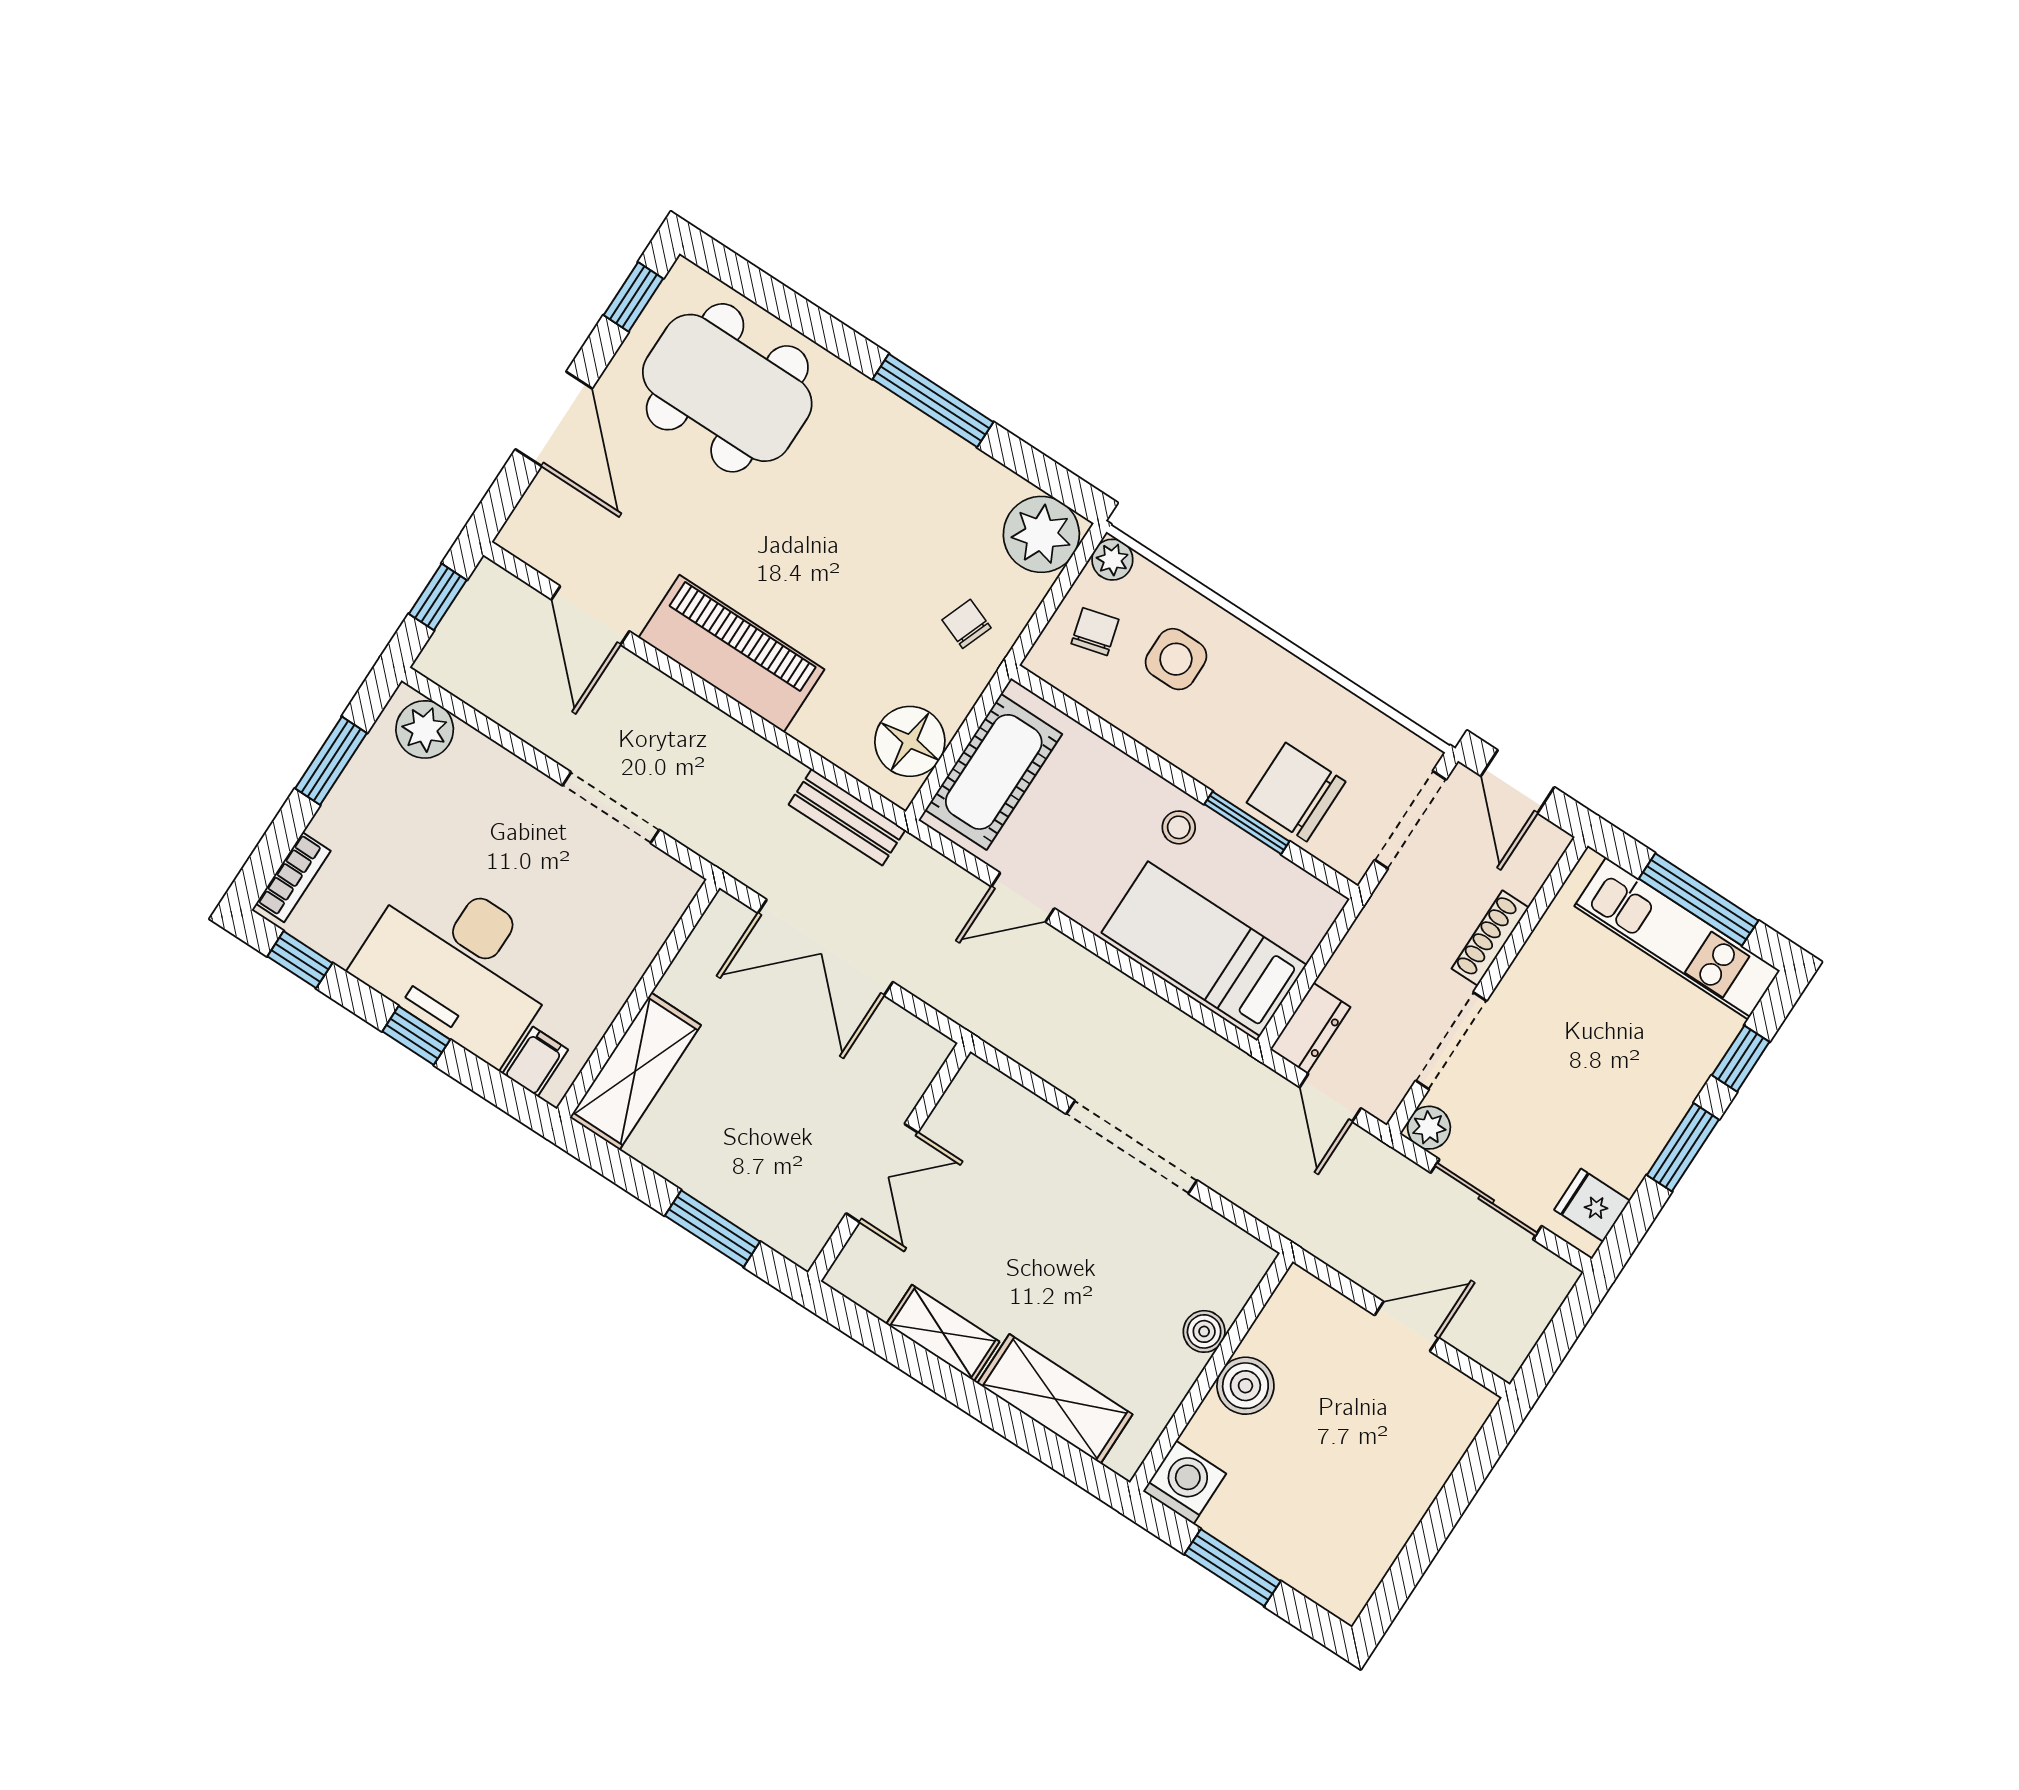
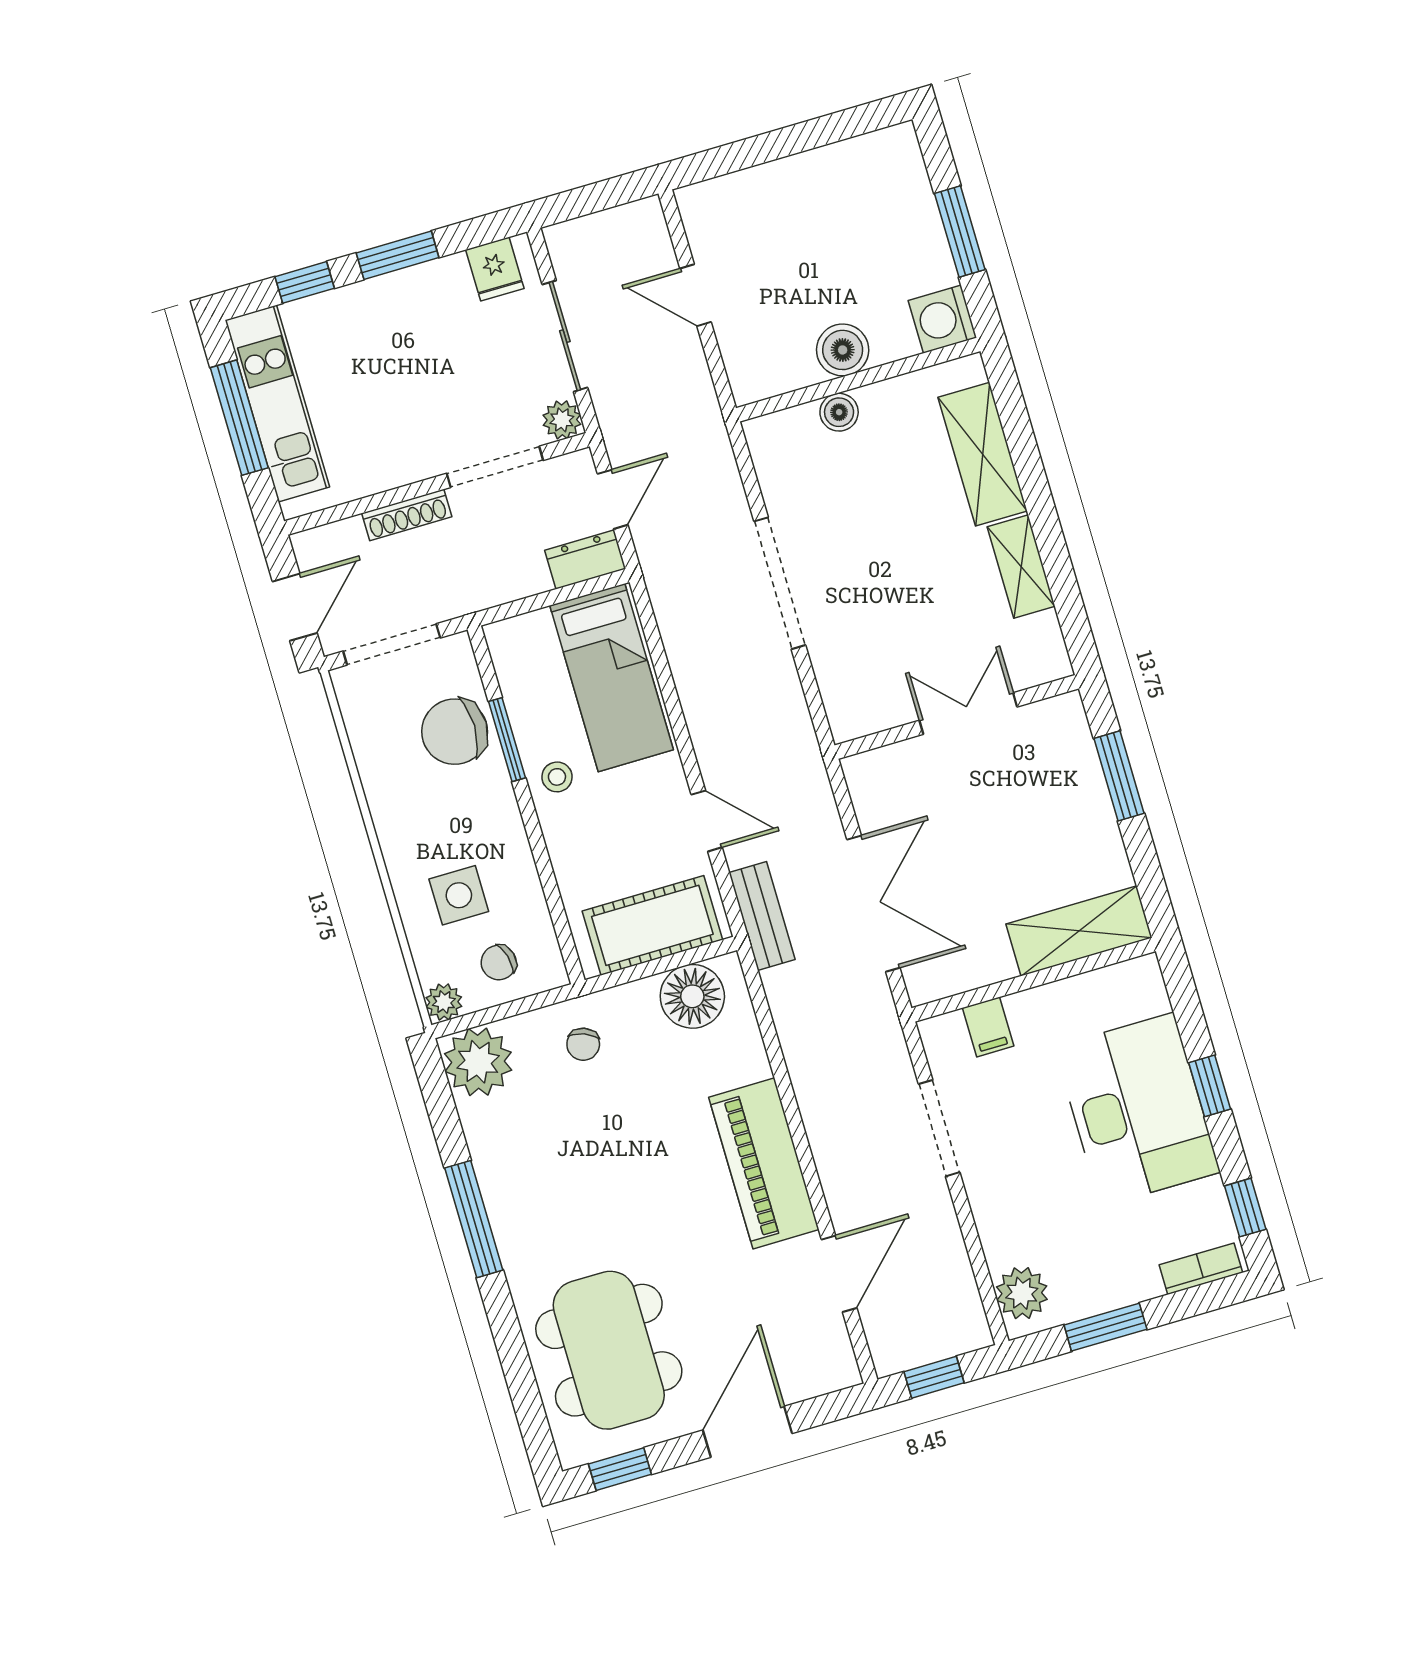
chair: (1296, 792) -> (455, 732), turned 90
bench: (847, 817) -> (762, 916), moved
filing cabinet: (535, 1062) -> (988, 1027), moved, turned -90

